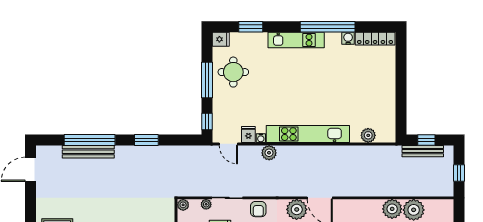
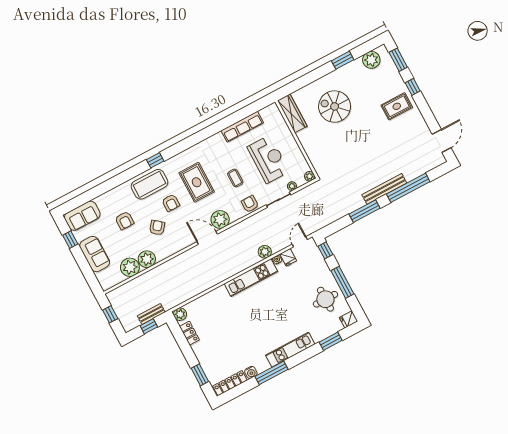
window: (328, 27) -> (271, 373), width x0.68
window: (401, 63) -> (200, 375), added
locker: (389, 111) -> (189, 333), added
kitchen unit: (308, 134) -> (251, 278), width x0.73
plant: (368, 135) -> (180, 314), moved
window: (146, 140) -> (365, 211), width x1.44
door: (228, 144) -> (300, 242), hinge flipped
bench: (423, 151) -> (151, 314), width x0.73
bench: (88, 152) -> (384, 189), moved

